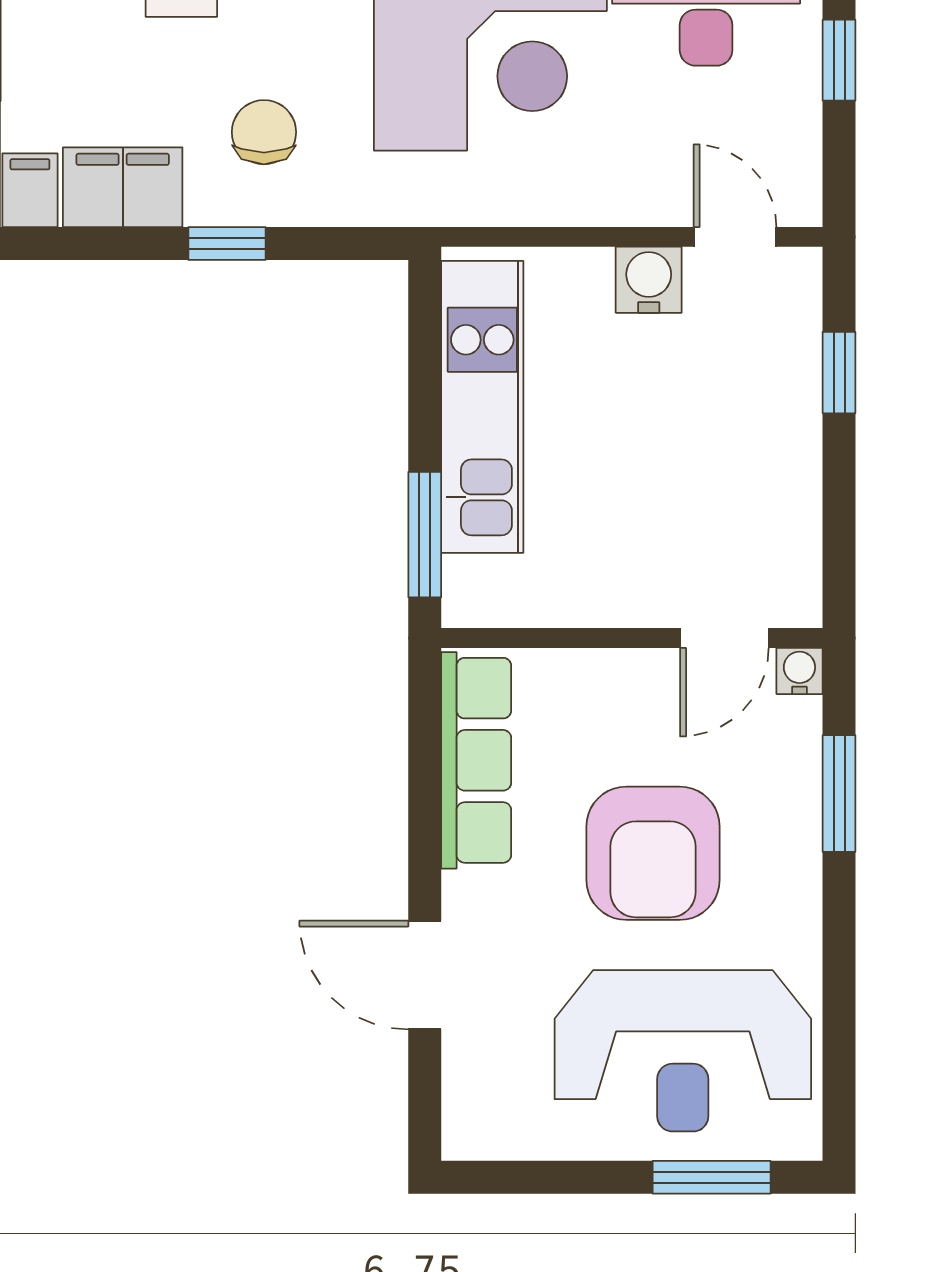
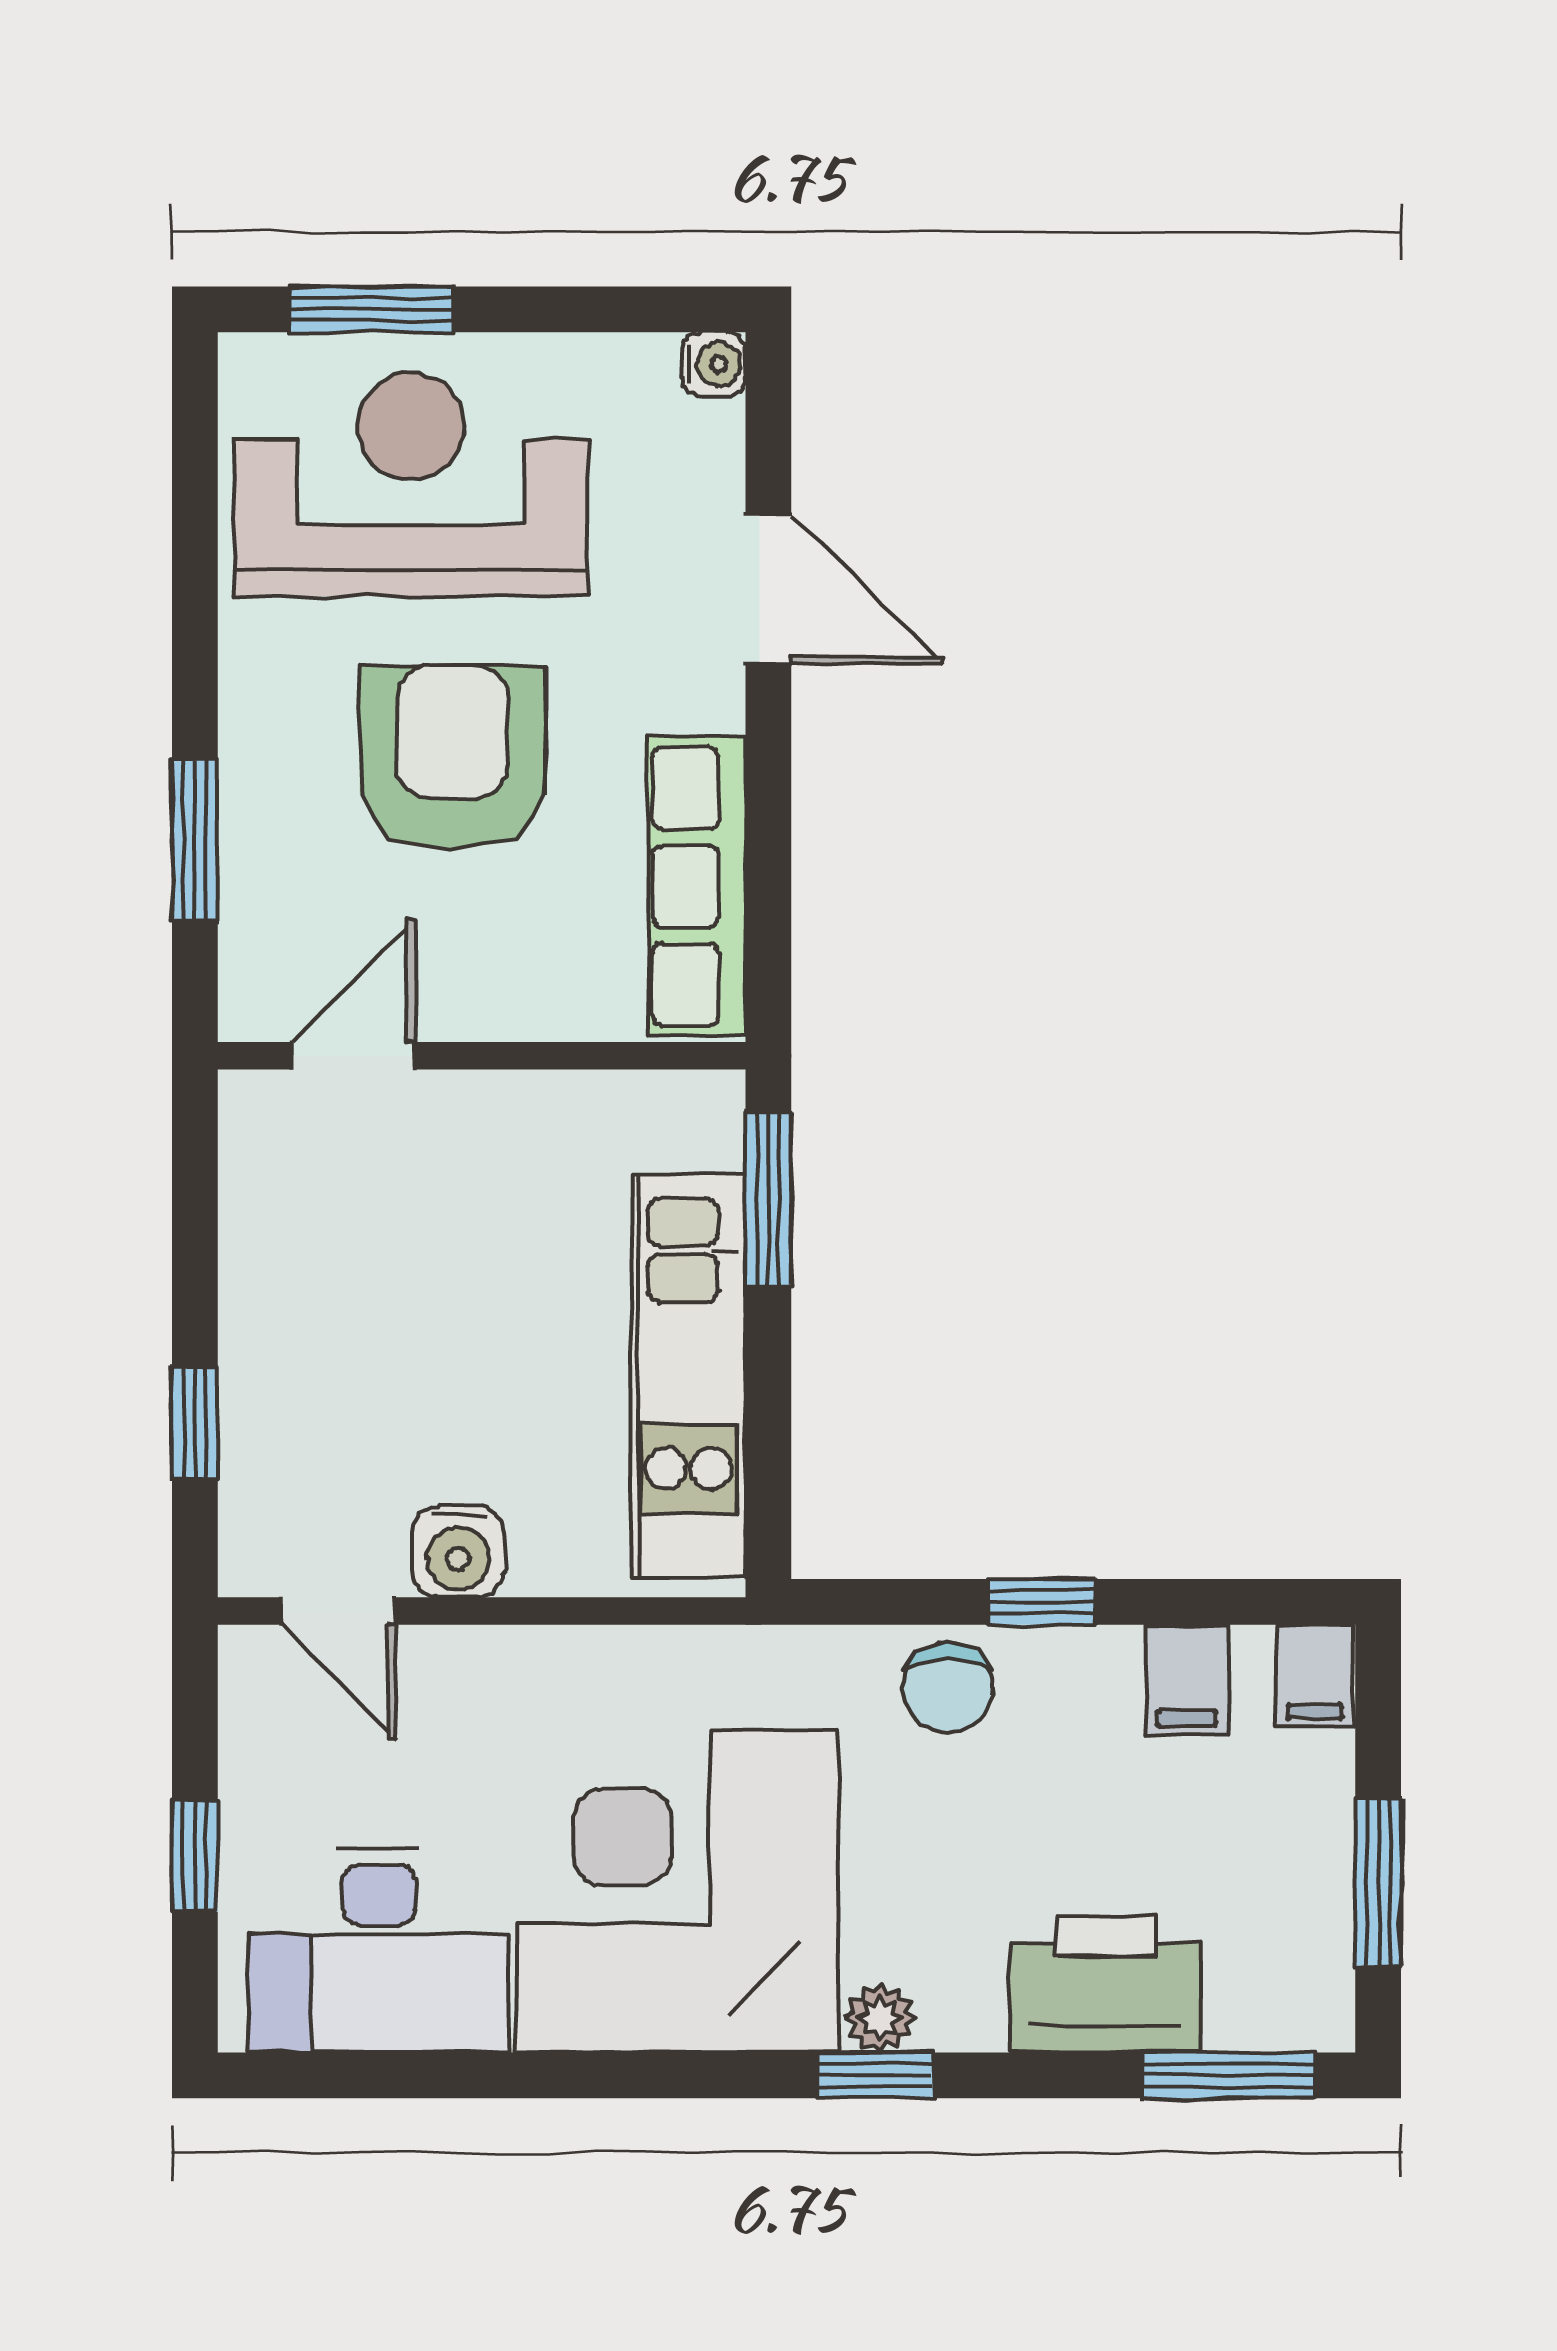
chair: (264, 132) -> (948, 1688), moved
filing cabinet: (123, 187) -> (1186, 1680), width x0.50
water cooler: (799, 671) -> (714, 364), moved, turned -90

